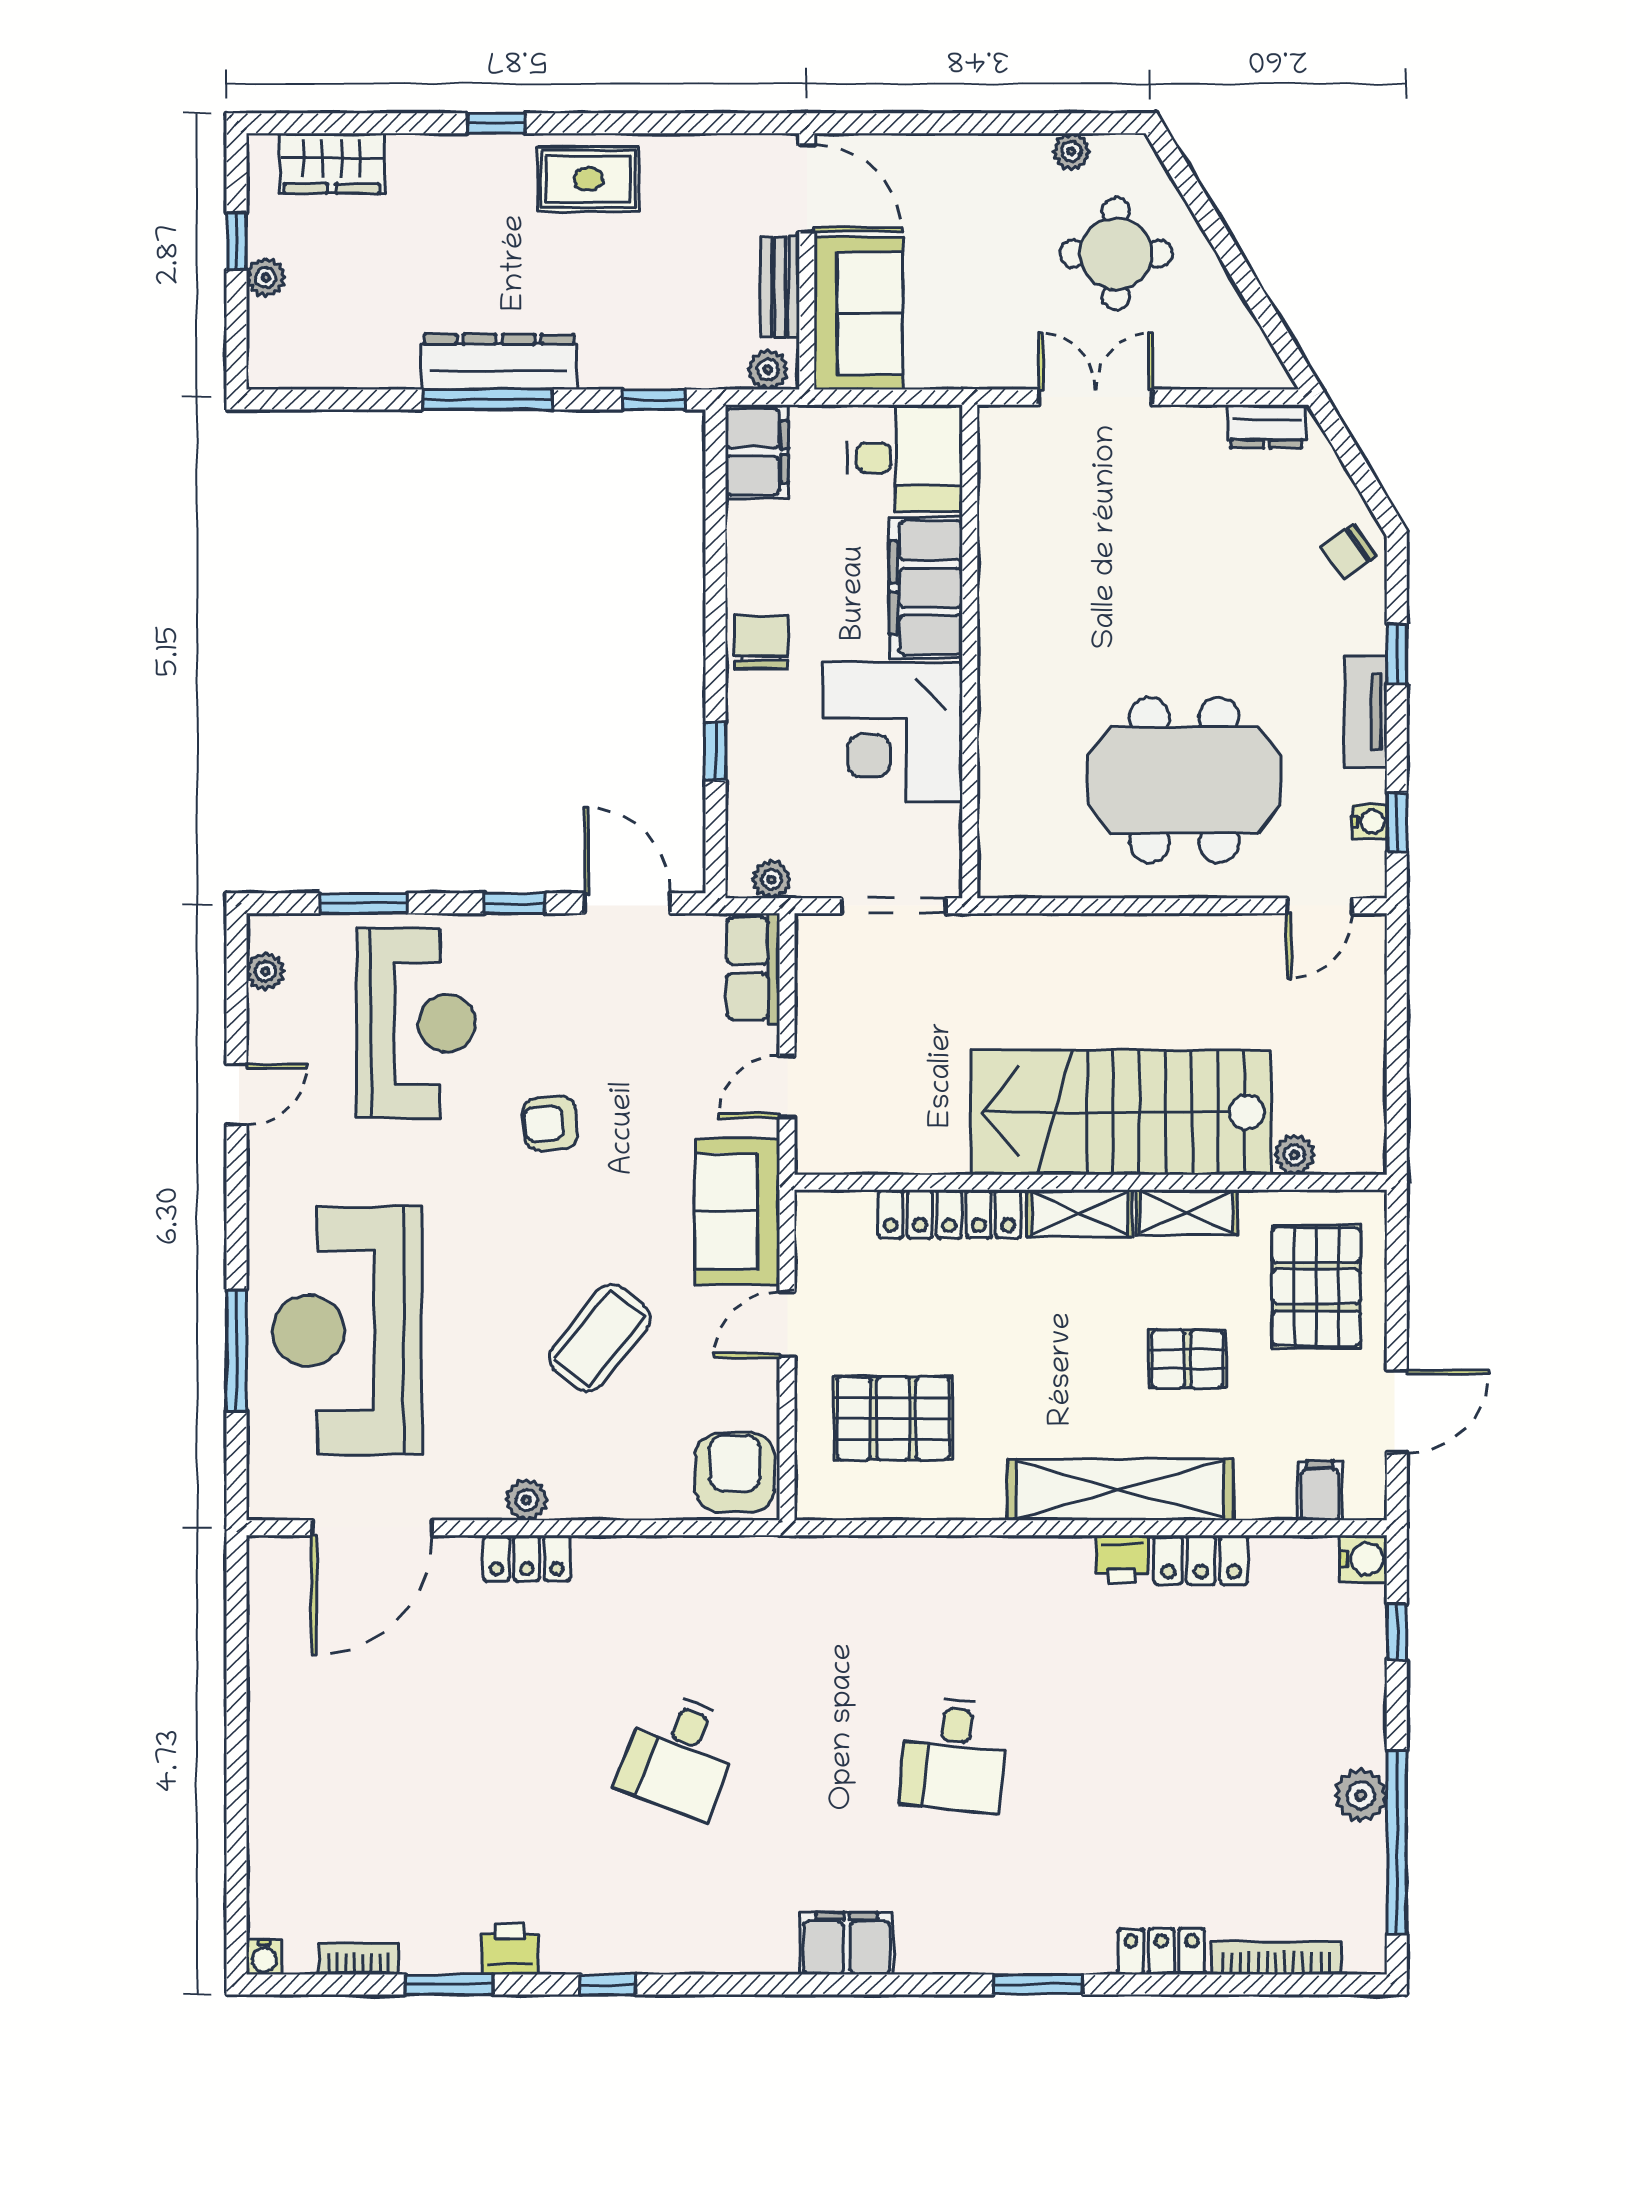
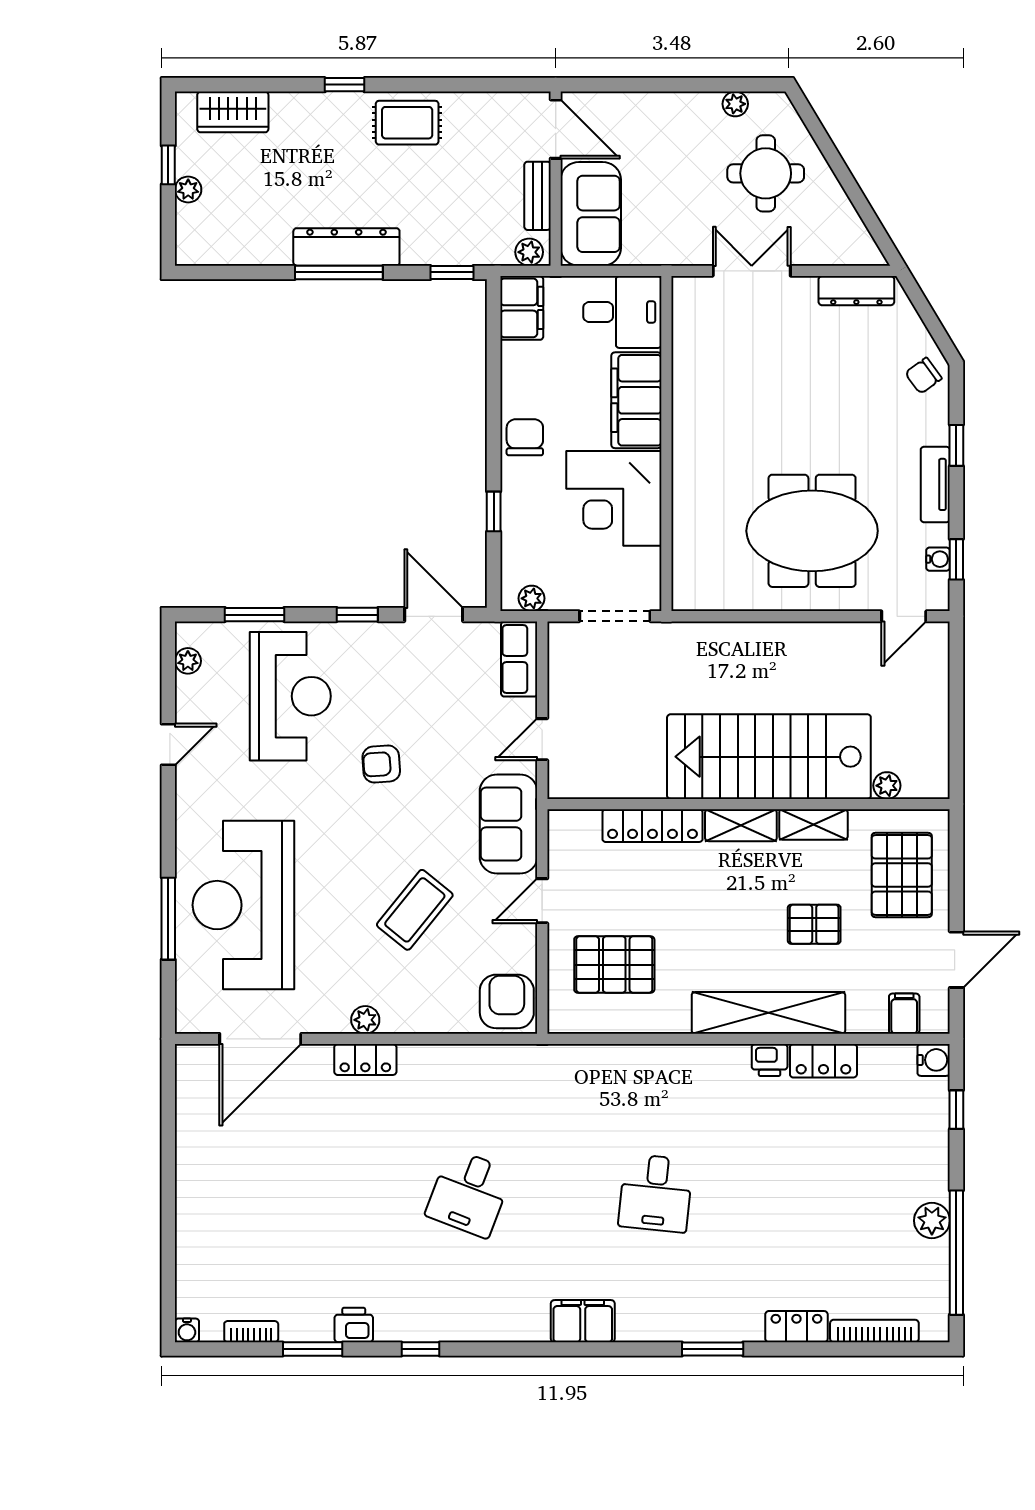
dresser: (1266, 426) -> (856, 291), width x1.44

